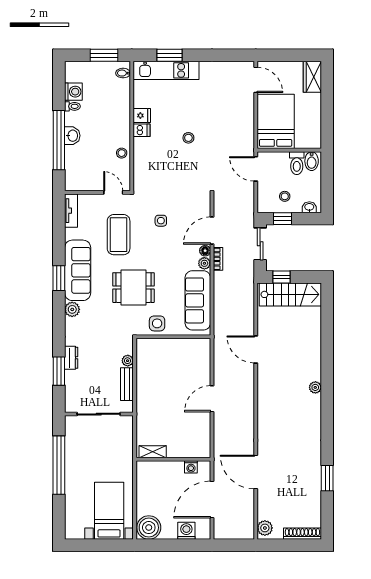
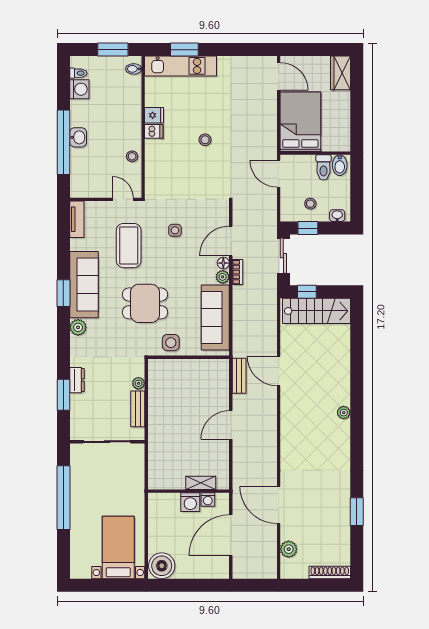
toilet: (72, 106) -> (78, 73), moved
bench: (220, 354) -> (239, 376), added
shelving: (153, 452) -> (201, 483), moved
plant: (265, 528) -> (289, 549), moved
washing machine: (186, 531) -> (190, 502), moved, turned 180

